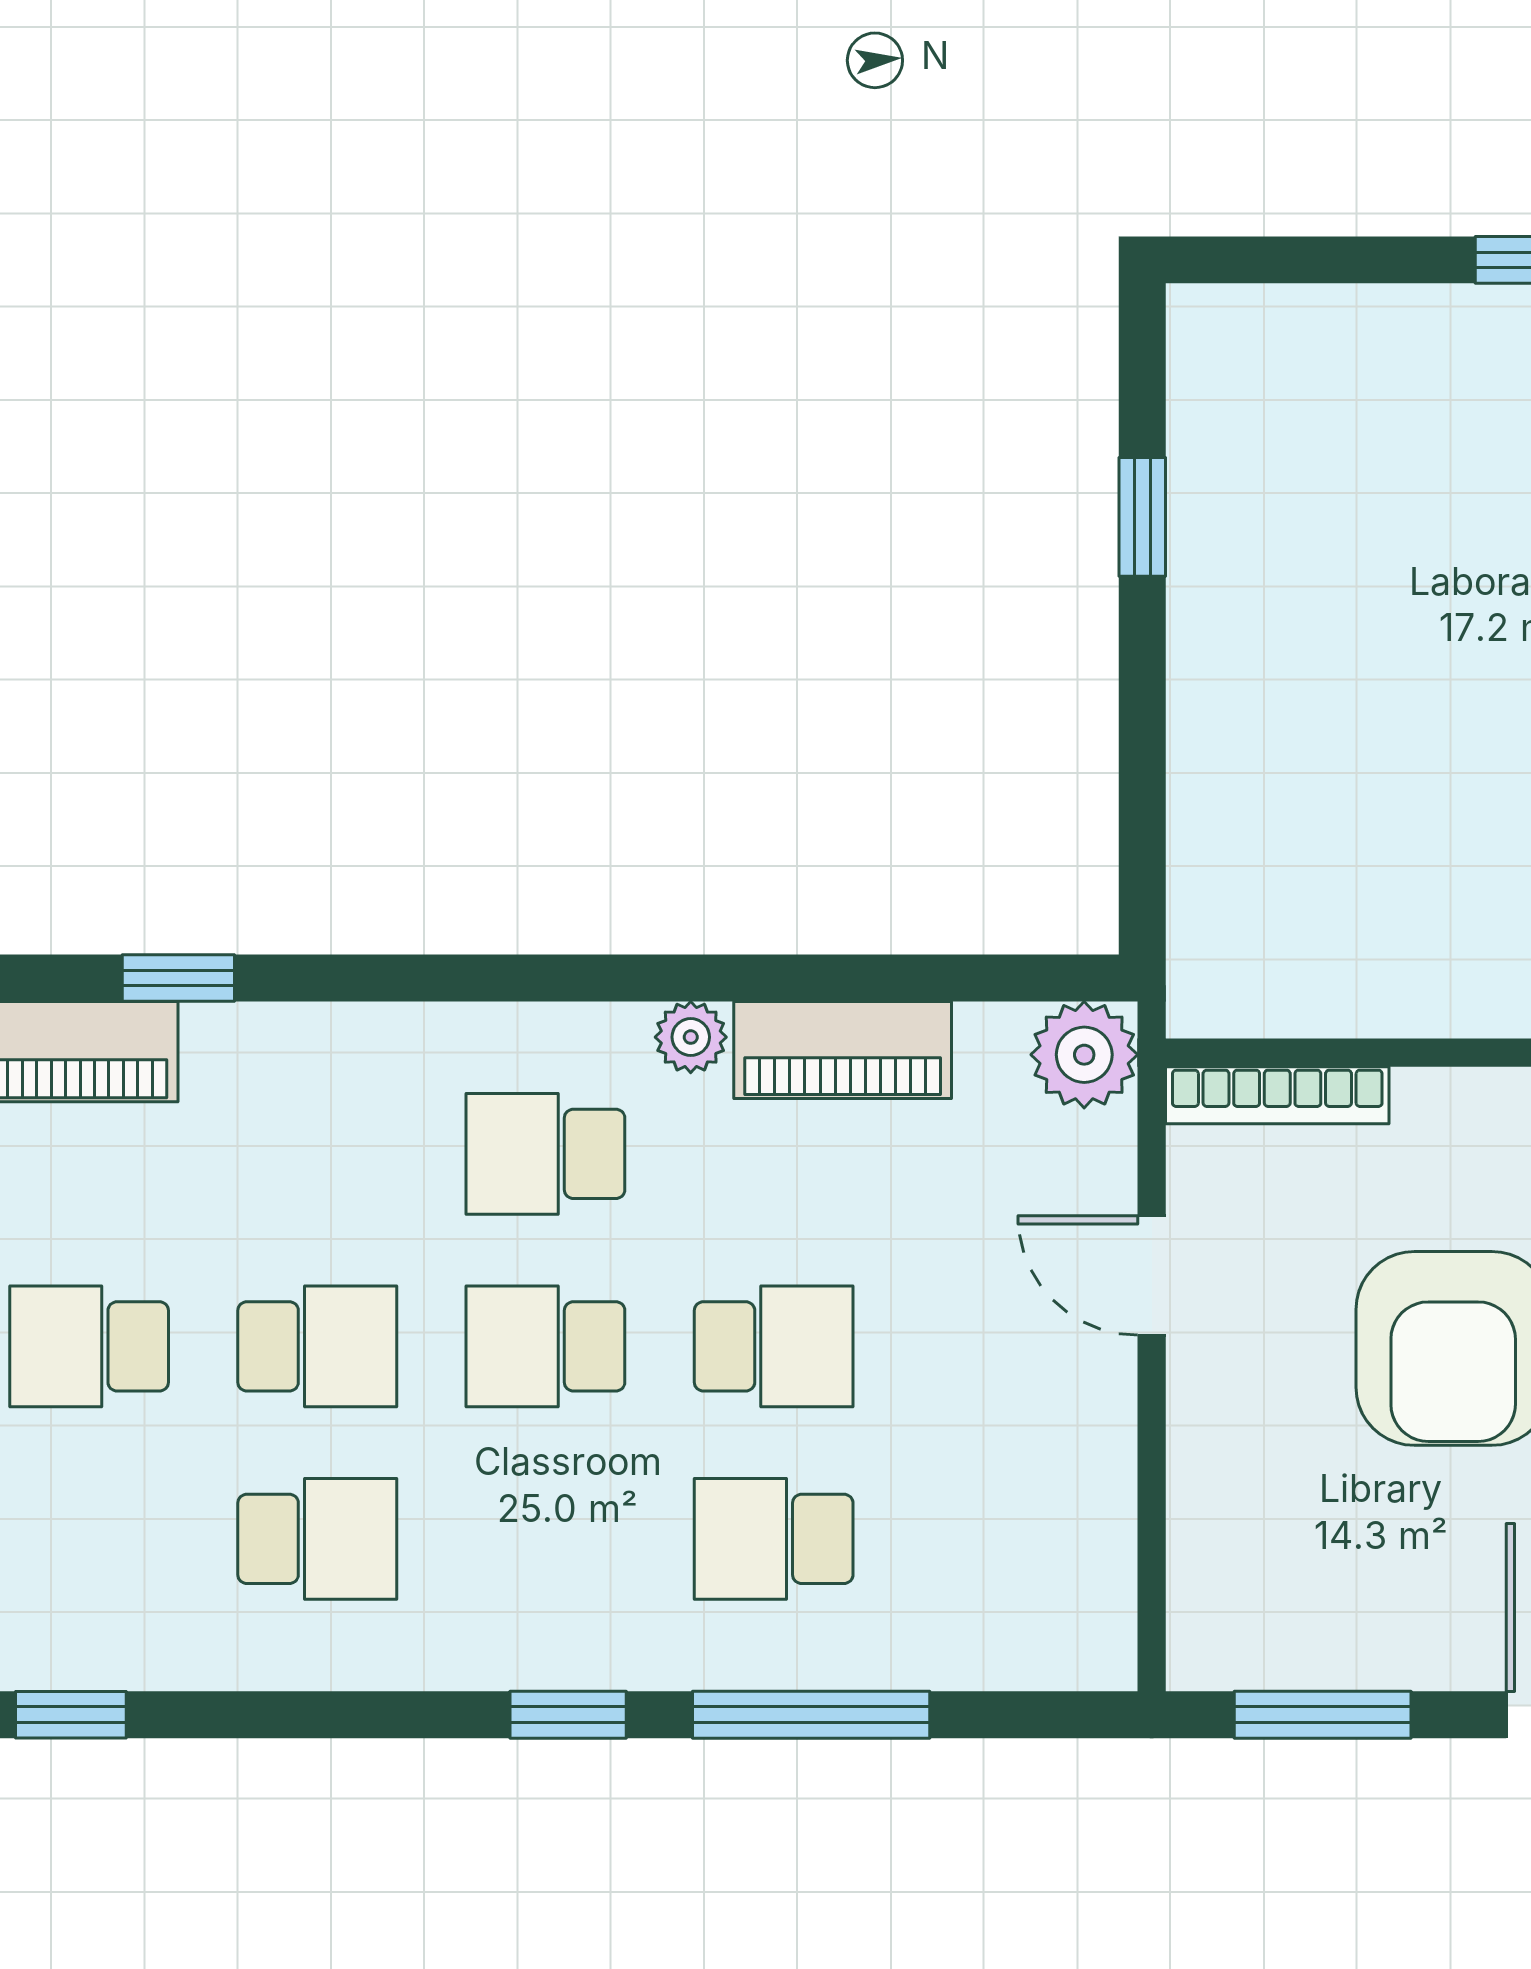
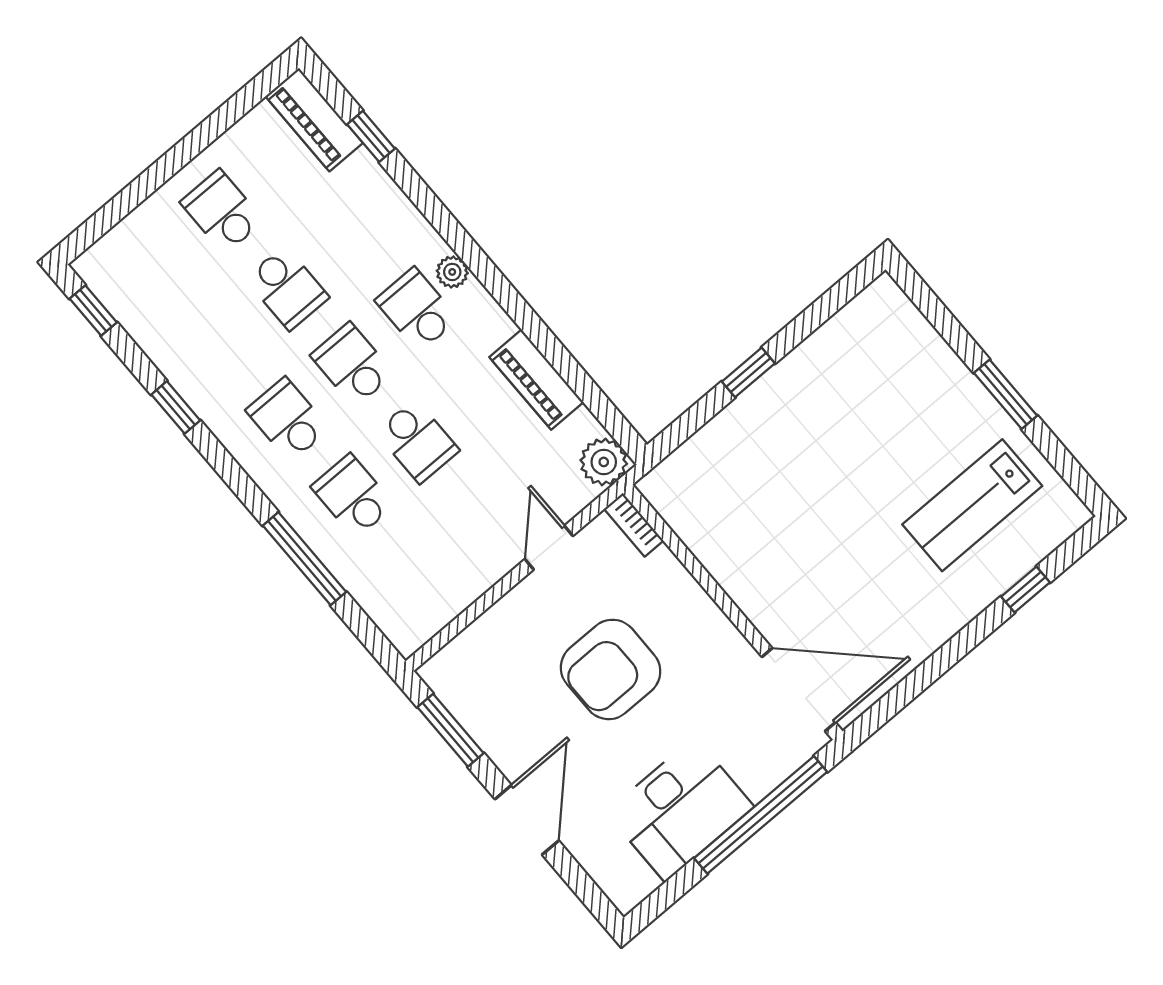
window: (1142, 517) -> (748, 372), moved
plant: (691, 1037) -> (452, 272), moved
bookcase: (1277, 1095) -> (634, 525), width x0.64
school desk: (317, 1539) -> (288, 419), moved, turned 180
window: (568, 1715) -> (176, 407), moved

